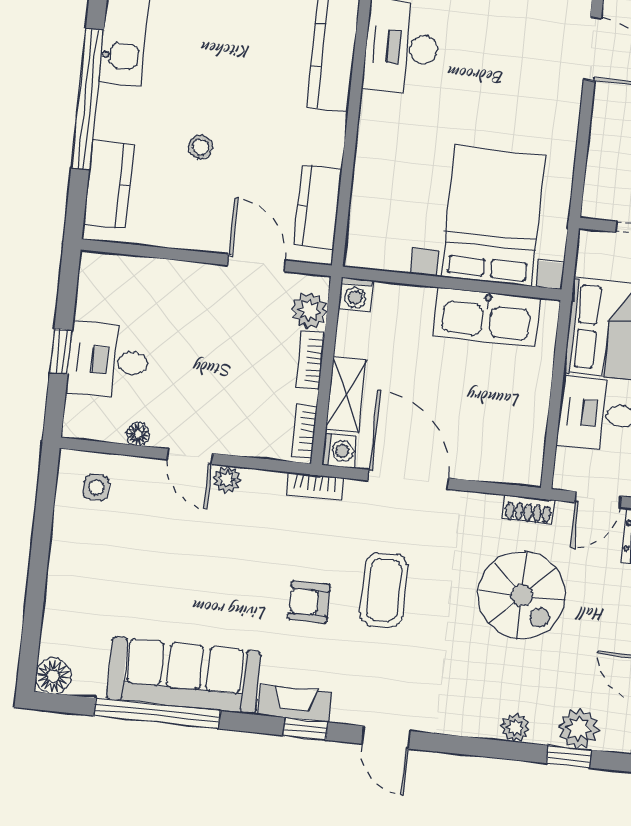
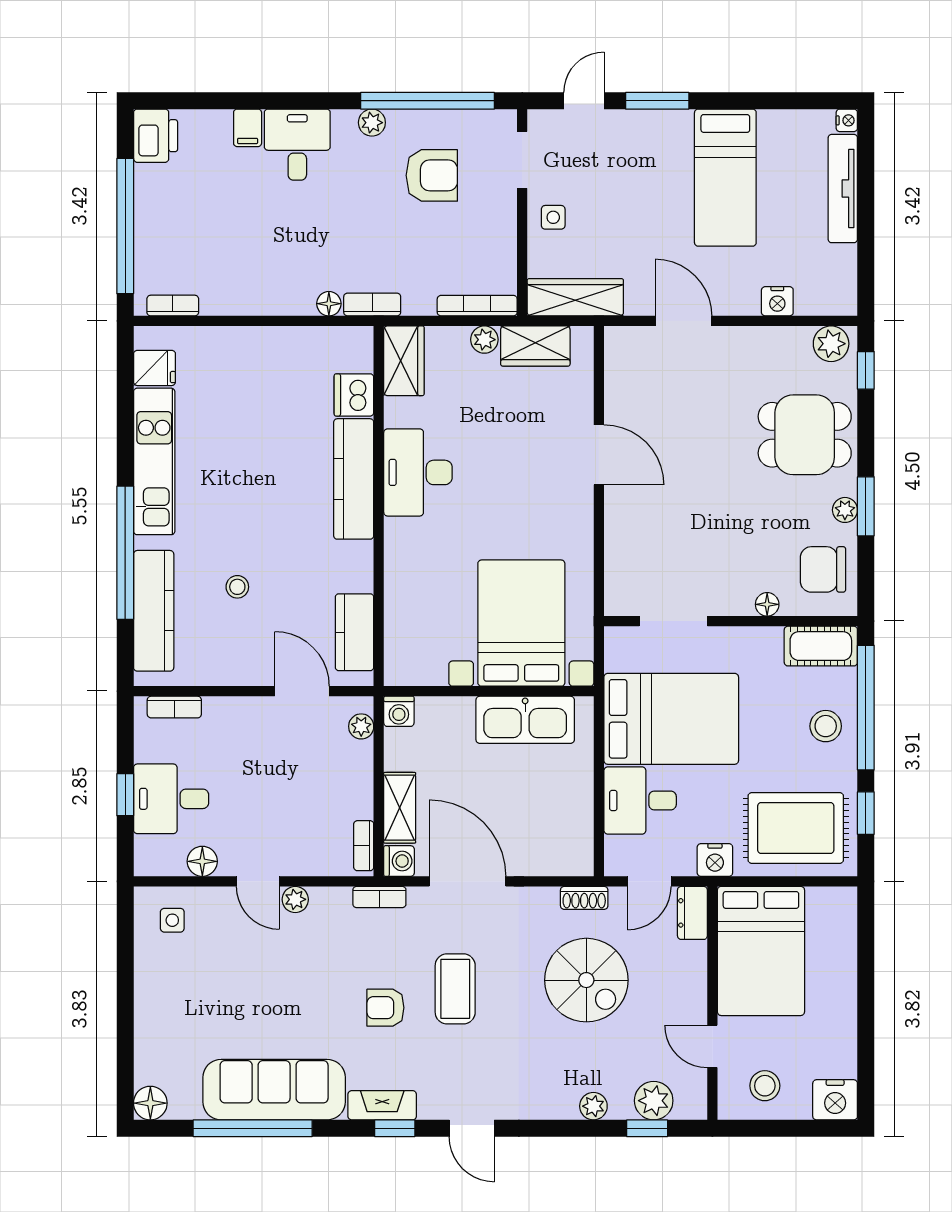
kitchen counter: (109, 184) -> (154, 611), width x1.50
plant: (309, 310) -> (361, 726), width x0.73, depth x0.73
bookcase: (311, 360) -> (174, 707), moved, turned -90
floor lamp: (138, 434) -> (202, 861), width x1.37, depth x1.37

